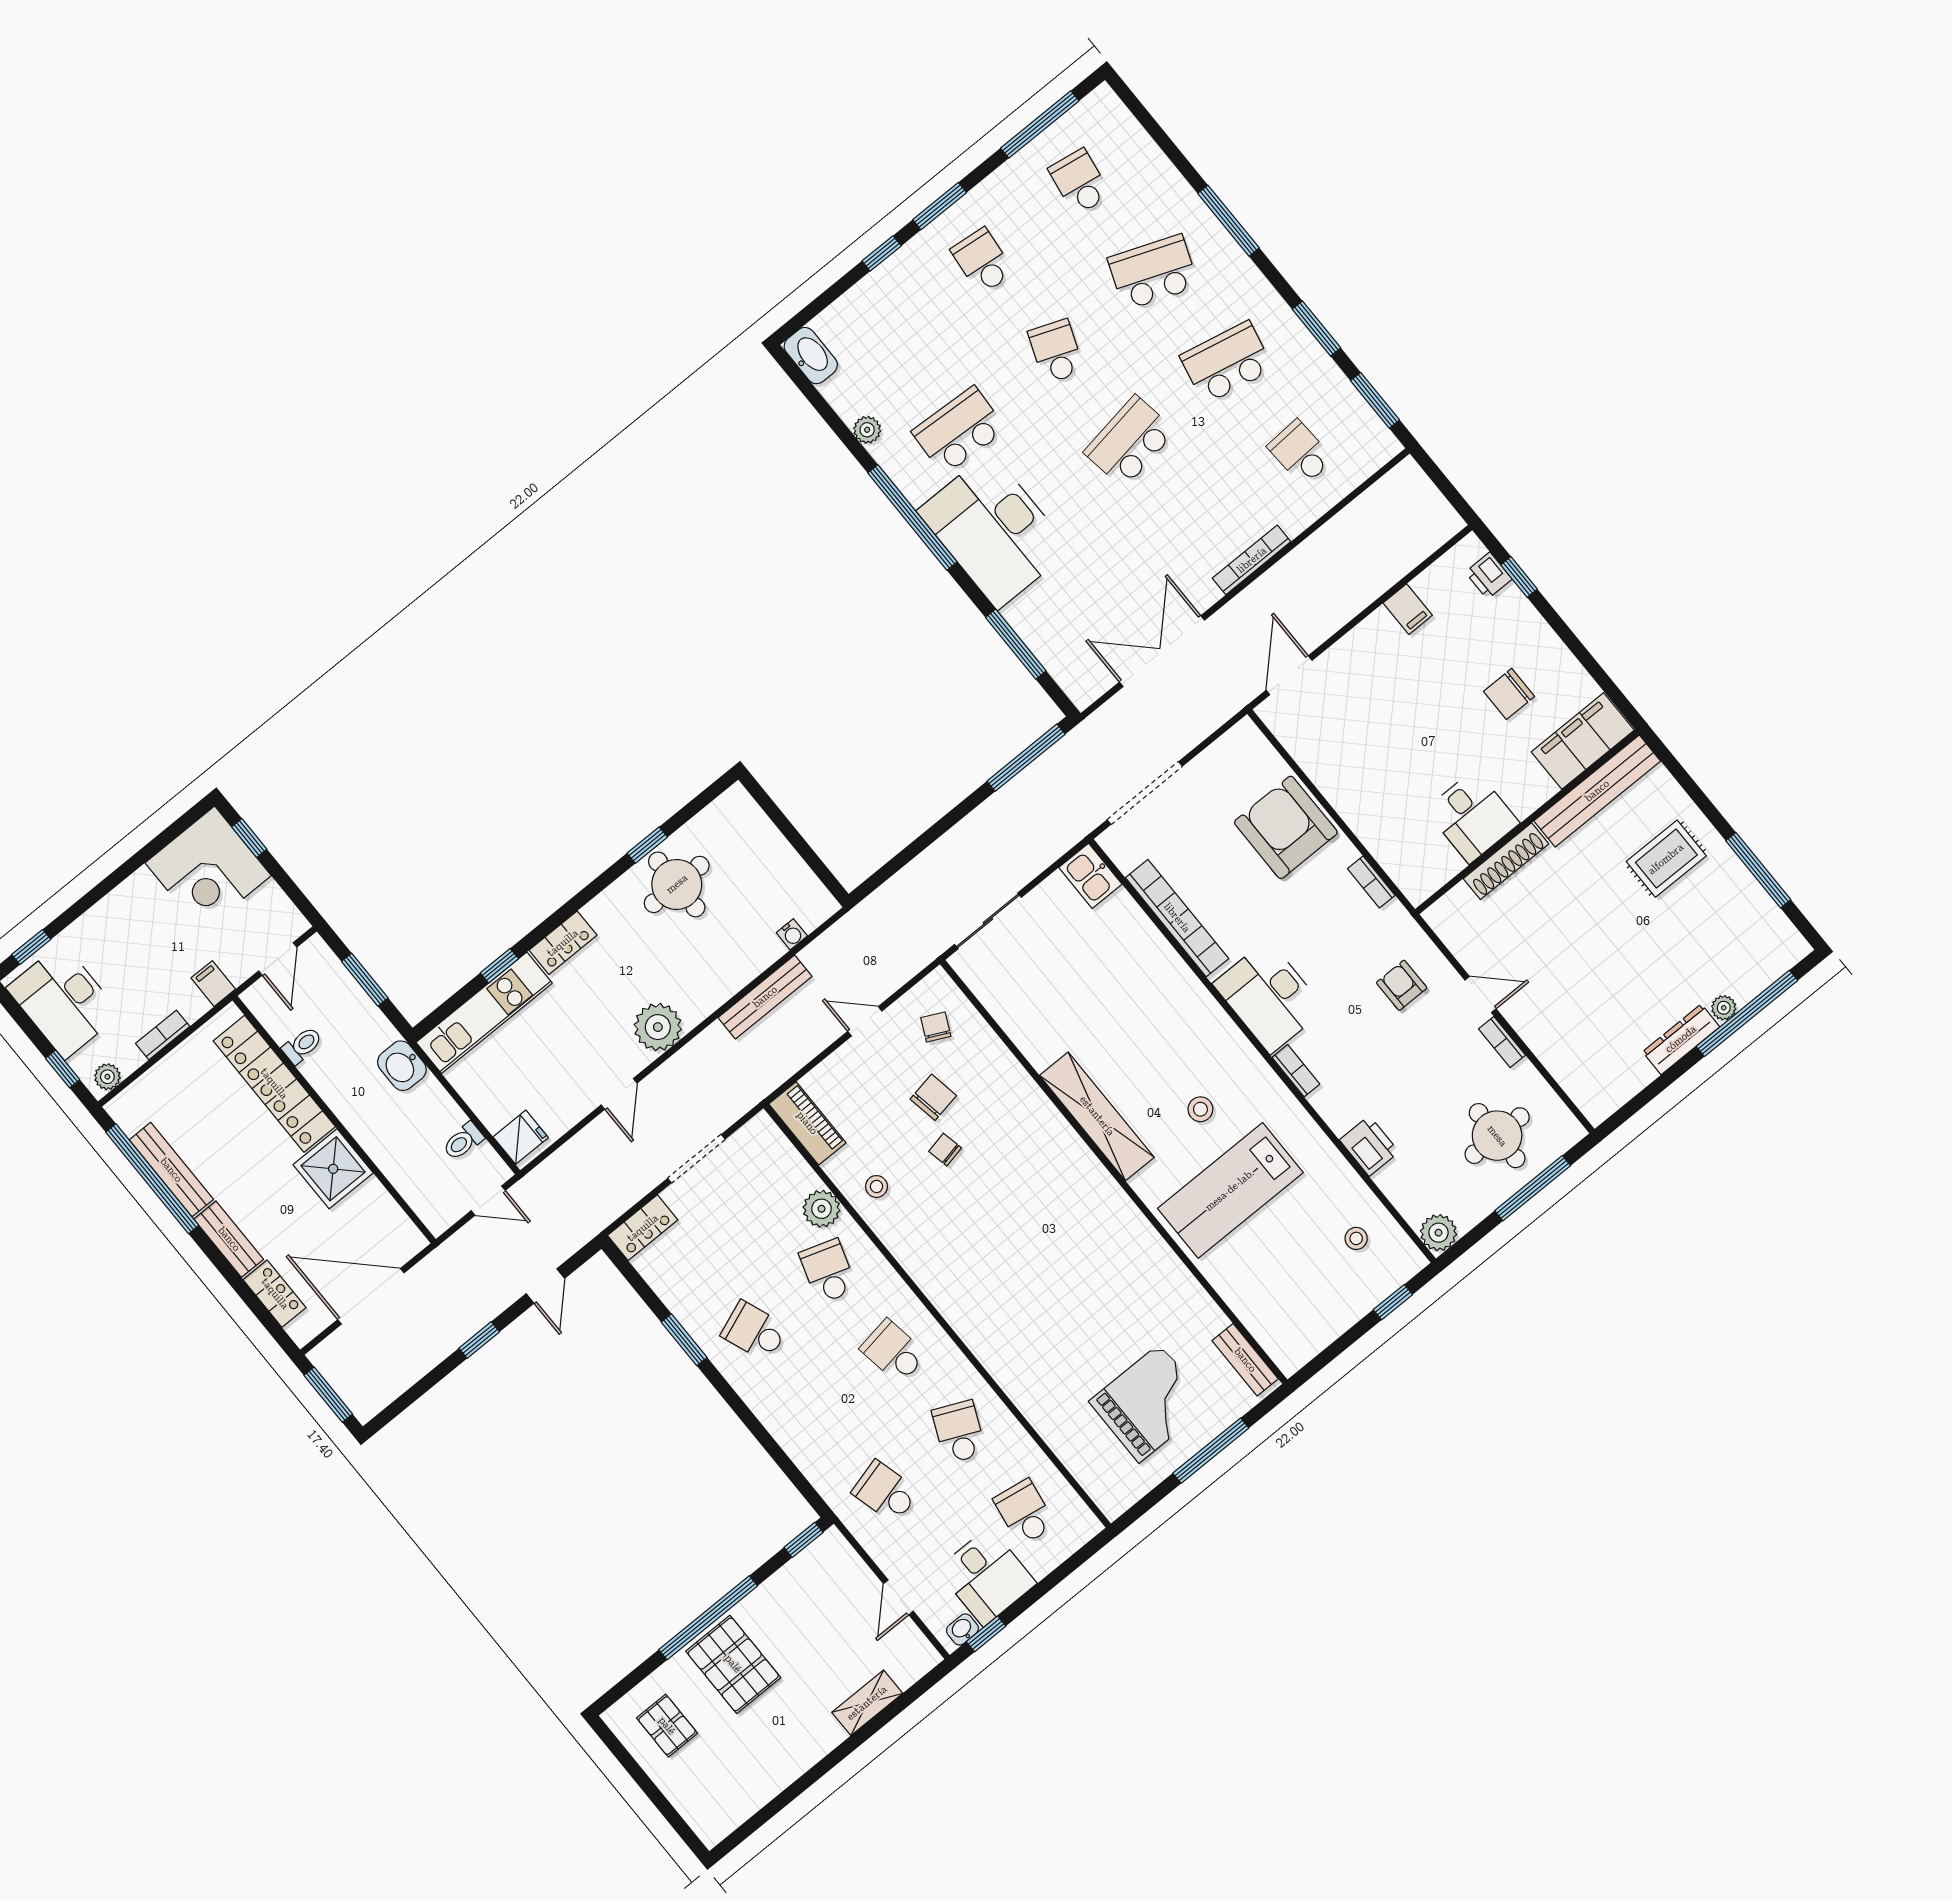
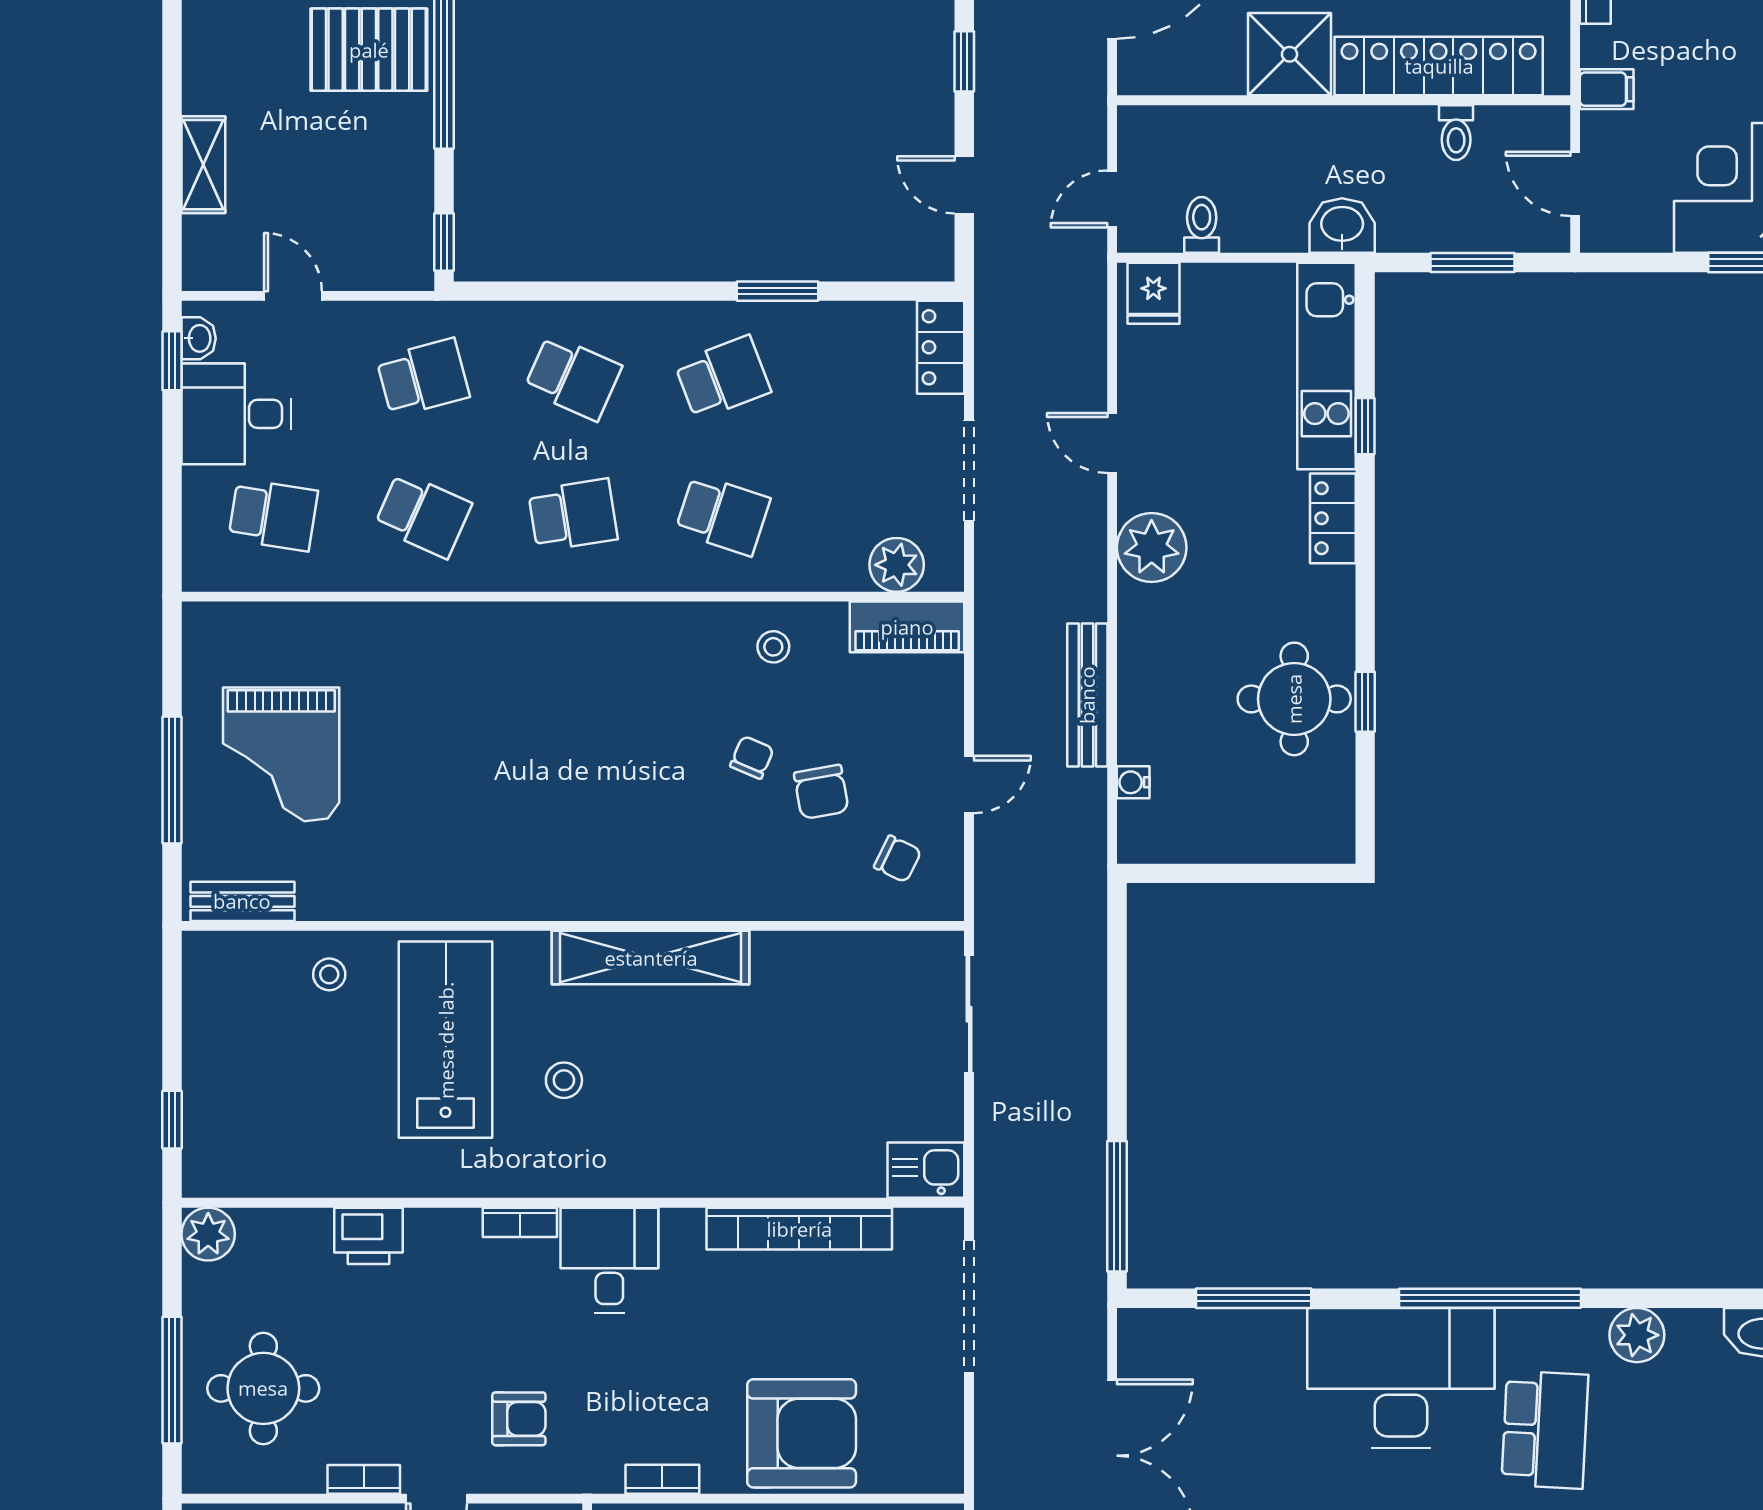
plant: (867, 430) -> (1637, 1335), width x1.38, depth x1.38
desk: (1269, 997) -> (609, 1260), width x0.73
chair: (945, 1150) -> (752, 757), turned -55
plant: (821, 1209) -> (897, 565), moved
stool: (1356, 1238) -> (329, 974), moved
school desk: (820, 1412) -> (573, 378), added

